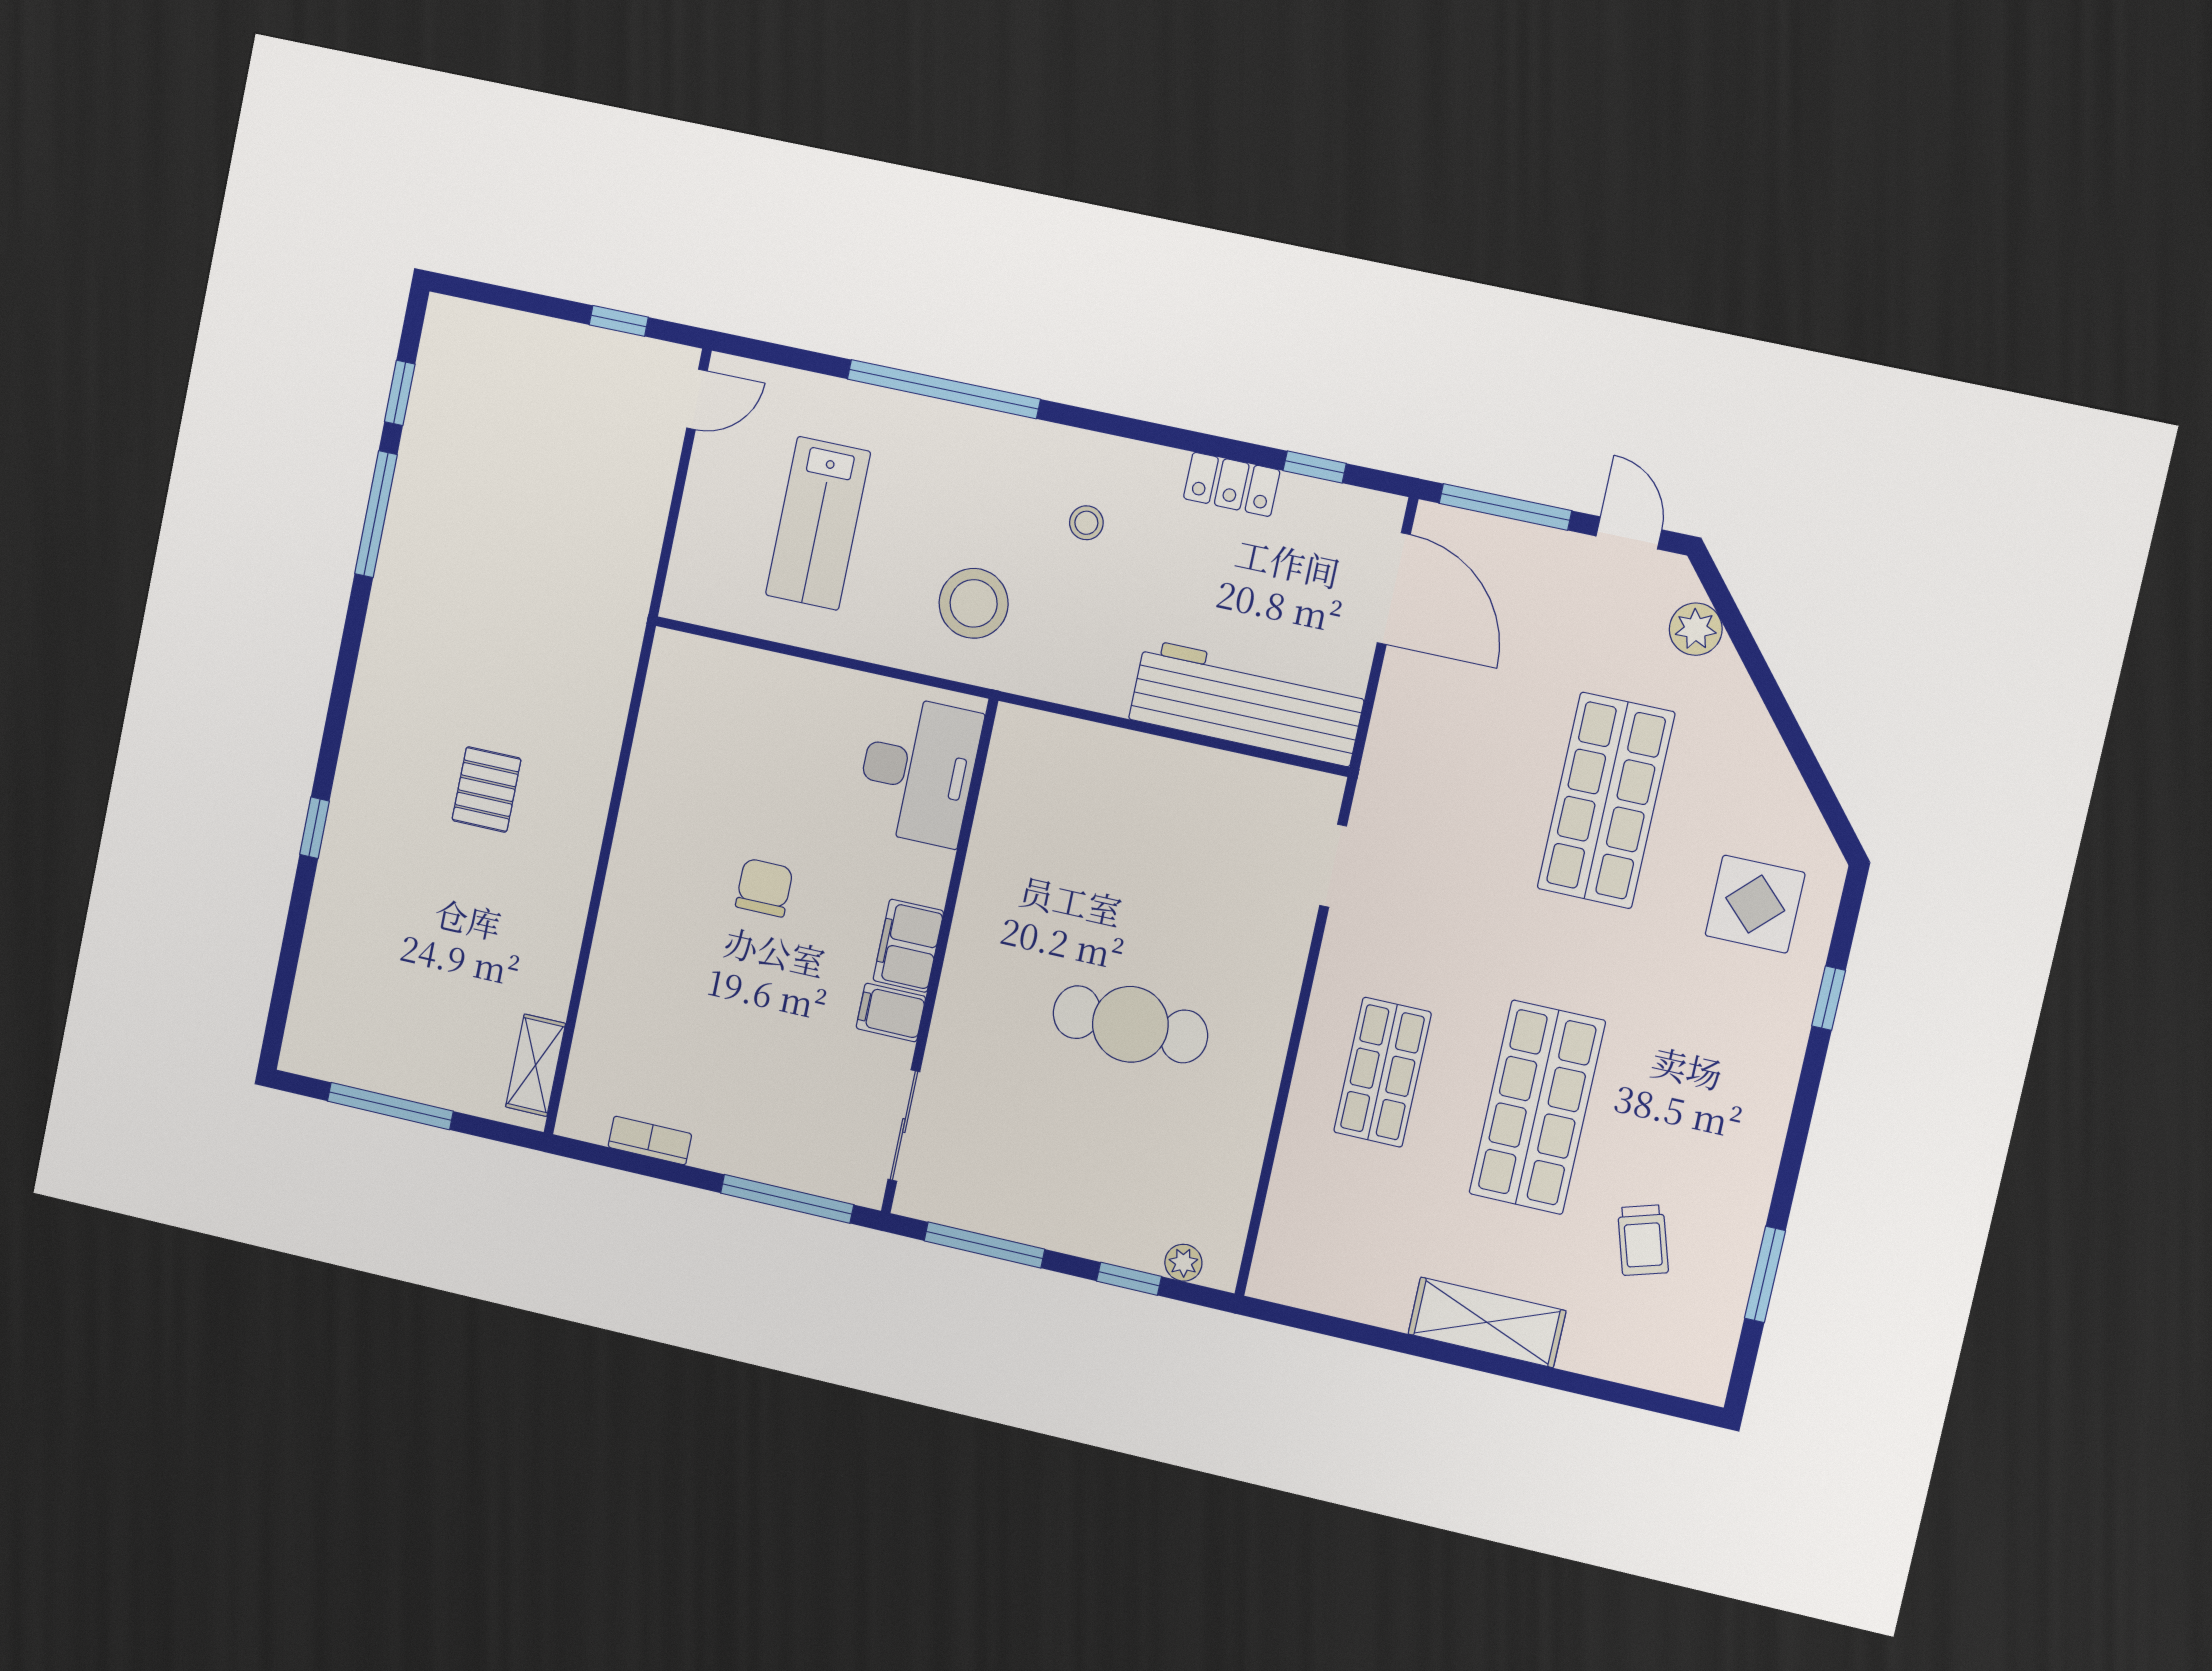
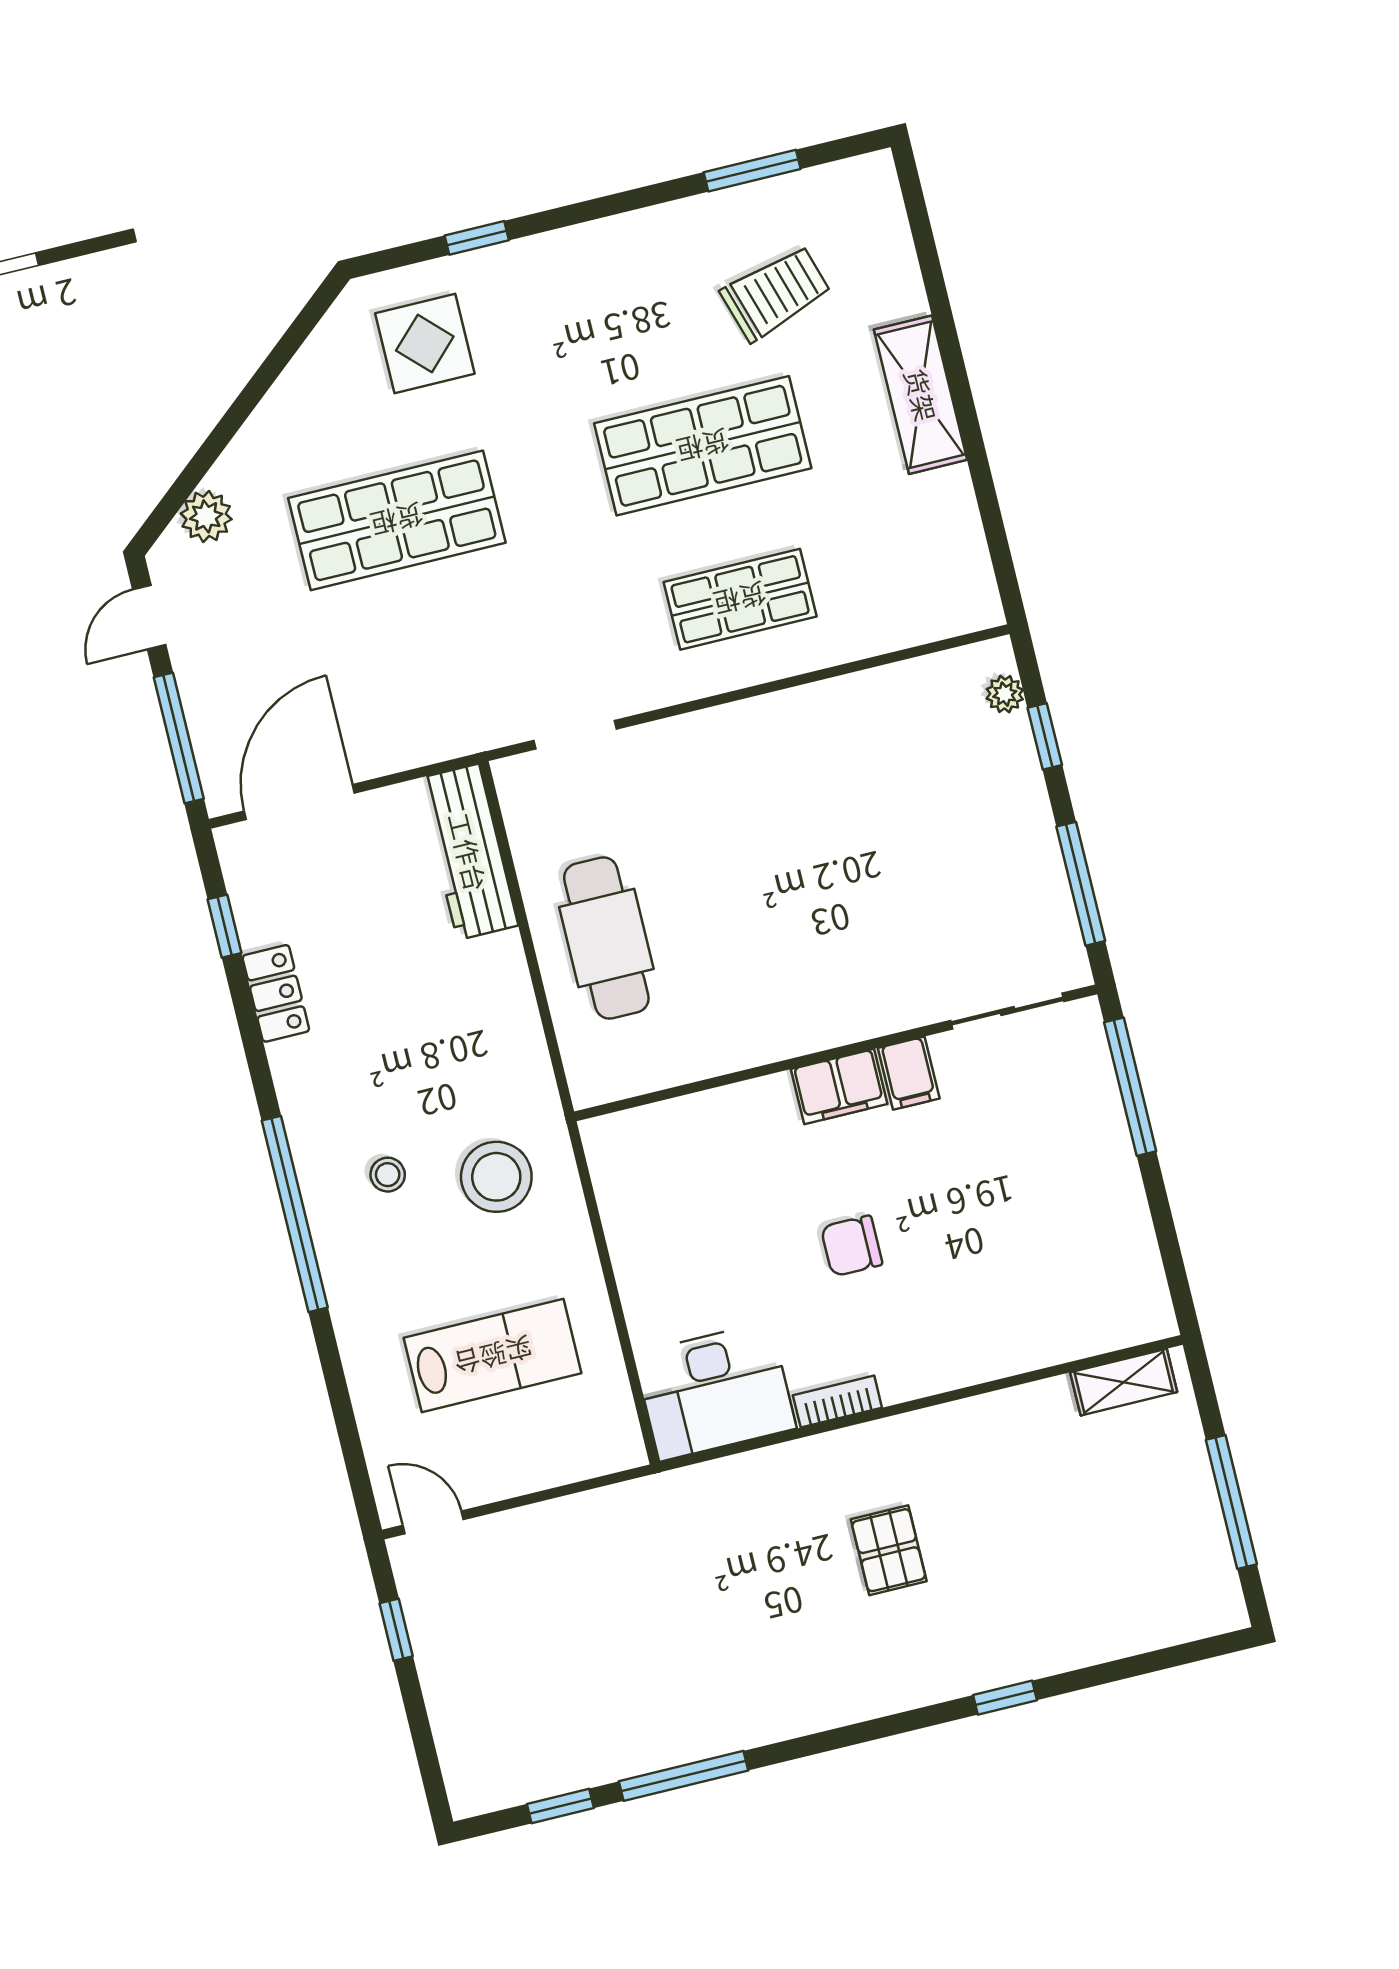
window: (944, 389) -> (295, 1214), moved
stool: (1086, 523) -> (388, 1175), moved
workbench: (1247, 703) -> (468, 852), width x0.73, depth x0.76
desk: (918, 770) -> (715, 1391), moved, turned 180
pallet: (487, 789) -> (889, 1550), turned 90
cafe table: (1130, 1024) -> (606, 938), moved
bookcase: (650, 1140) -> (837, 1401), moved, turned 90
trolley: (1643, 1240) -> (776, 293), width x1.36, depth x1.39

